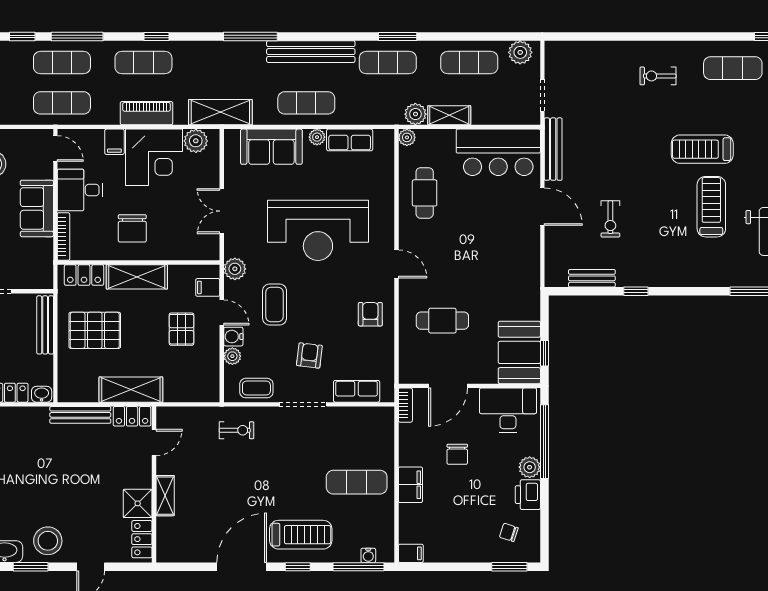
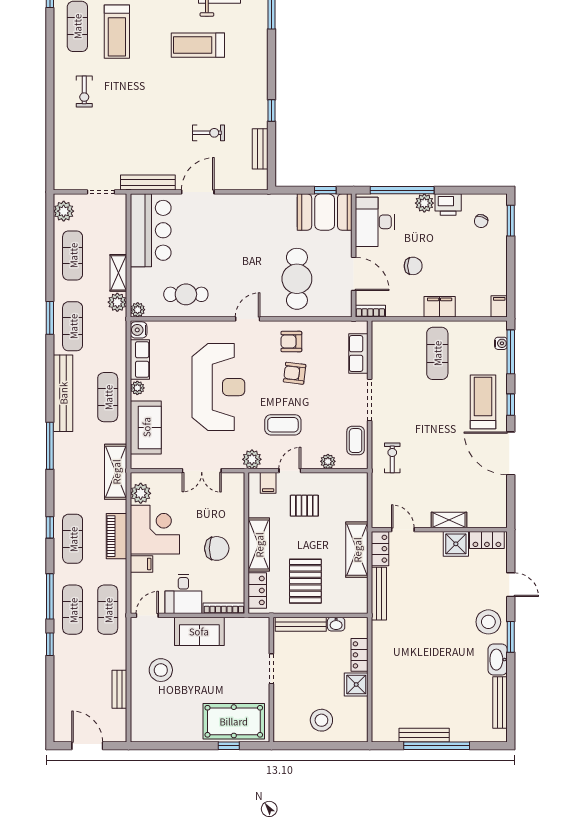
treadmill: (702, 149) -> (117, 32), moved
cafe table: (442, 321) -> (297, 279), width x1.37, depth x1.35
water cooler: (233, 337) -> (139, 330), moved, turned 90
armchair: (309, 355) -> (295, 373), moved
washbasin: (42, 394) -> (336, 624), moved, turned -90

